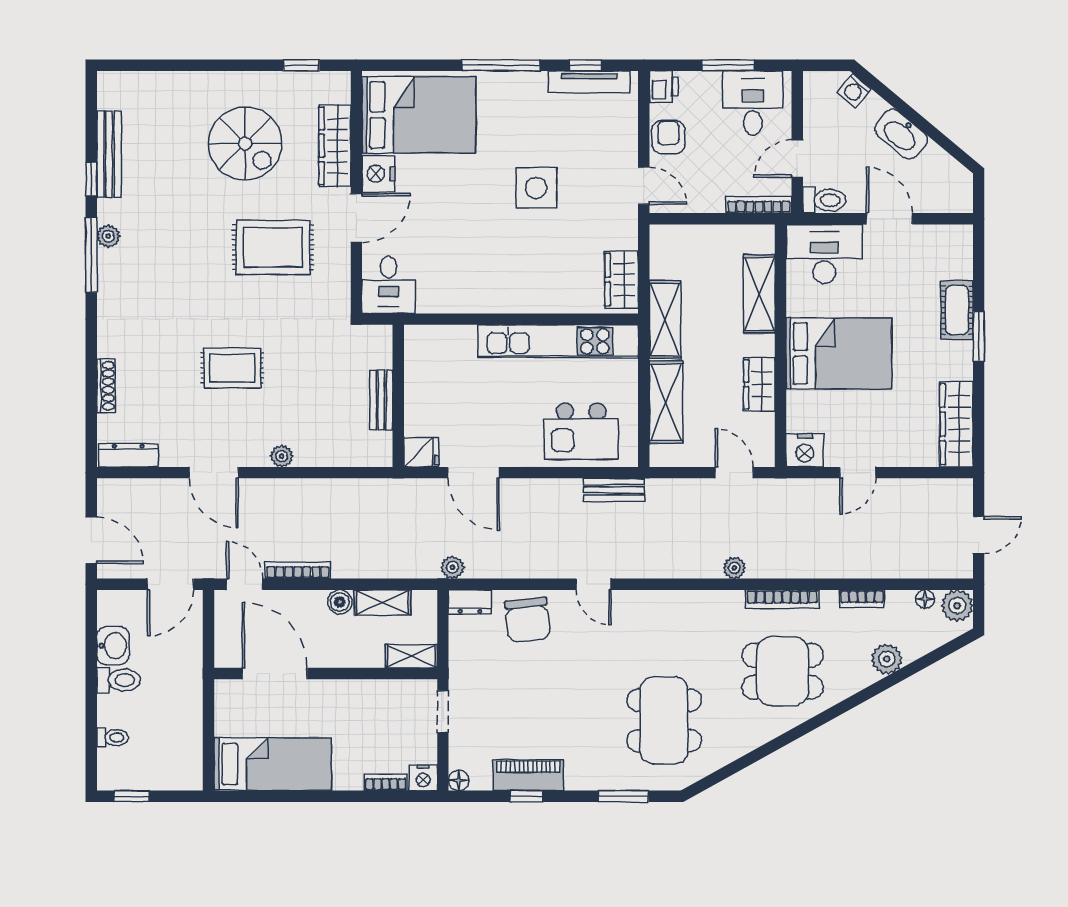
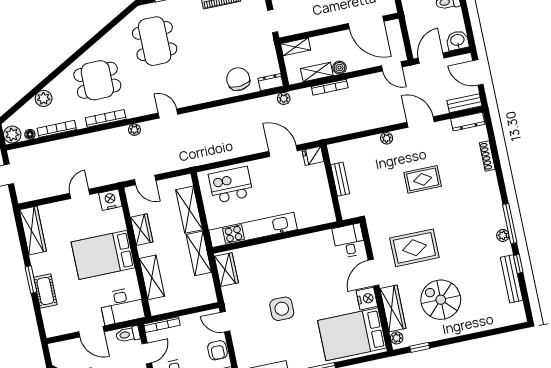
plant: (339, 91) -> (397, 338), added
bench: (614, 490) -> (464, 103), moved
bookcase: (298, 570) -> (330, 87), moved
door: (594, 584) -> (168, 114), moved
bookcase: (862, 599) -> (57, 129), width x1.56
washbasin: (113, 646) -> (457, 40), moved, turned 90

